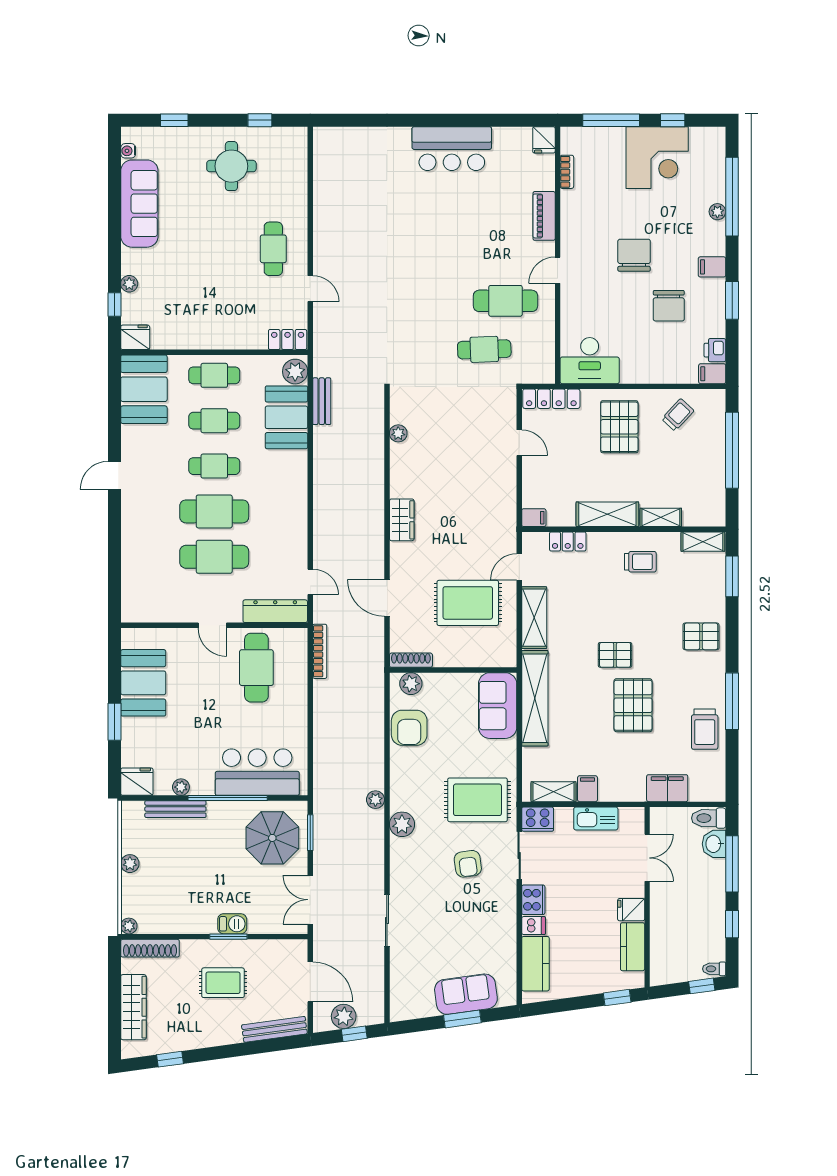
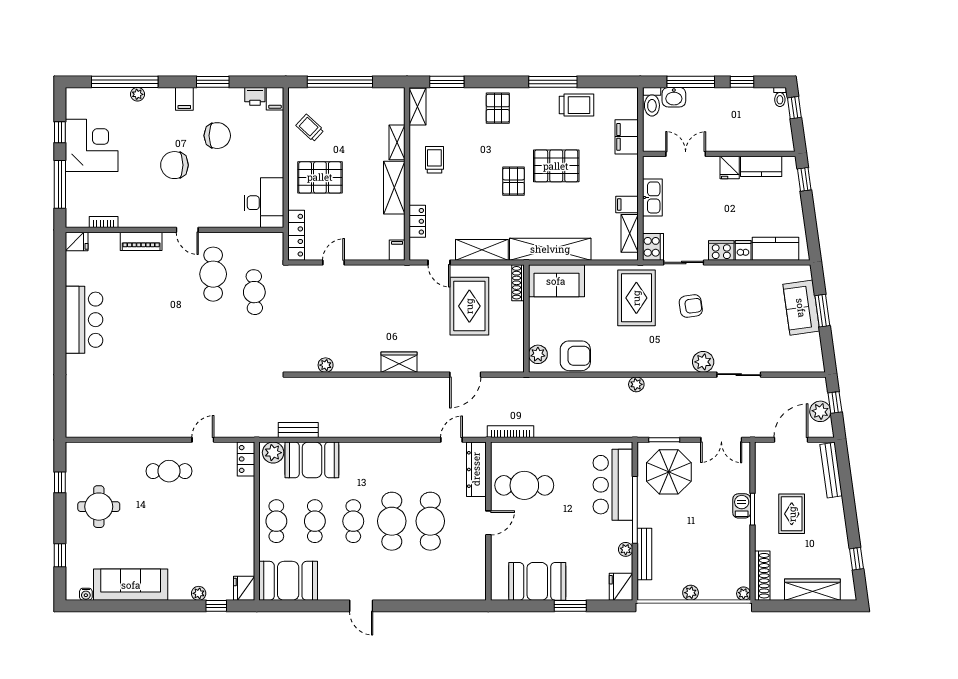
shoe rack: (411, 660) -> (518, 283), moved
plant: (402, 824) -> (703, 362), moved

